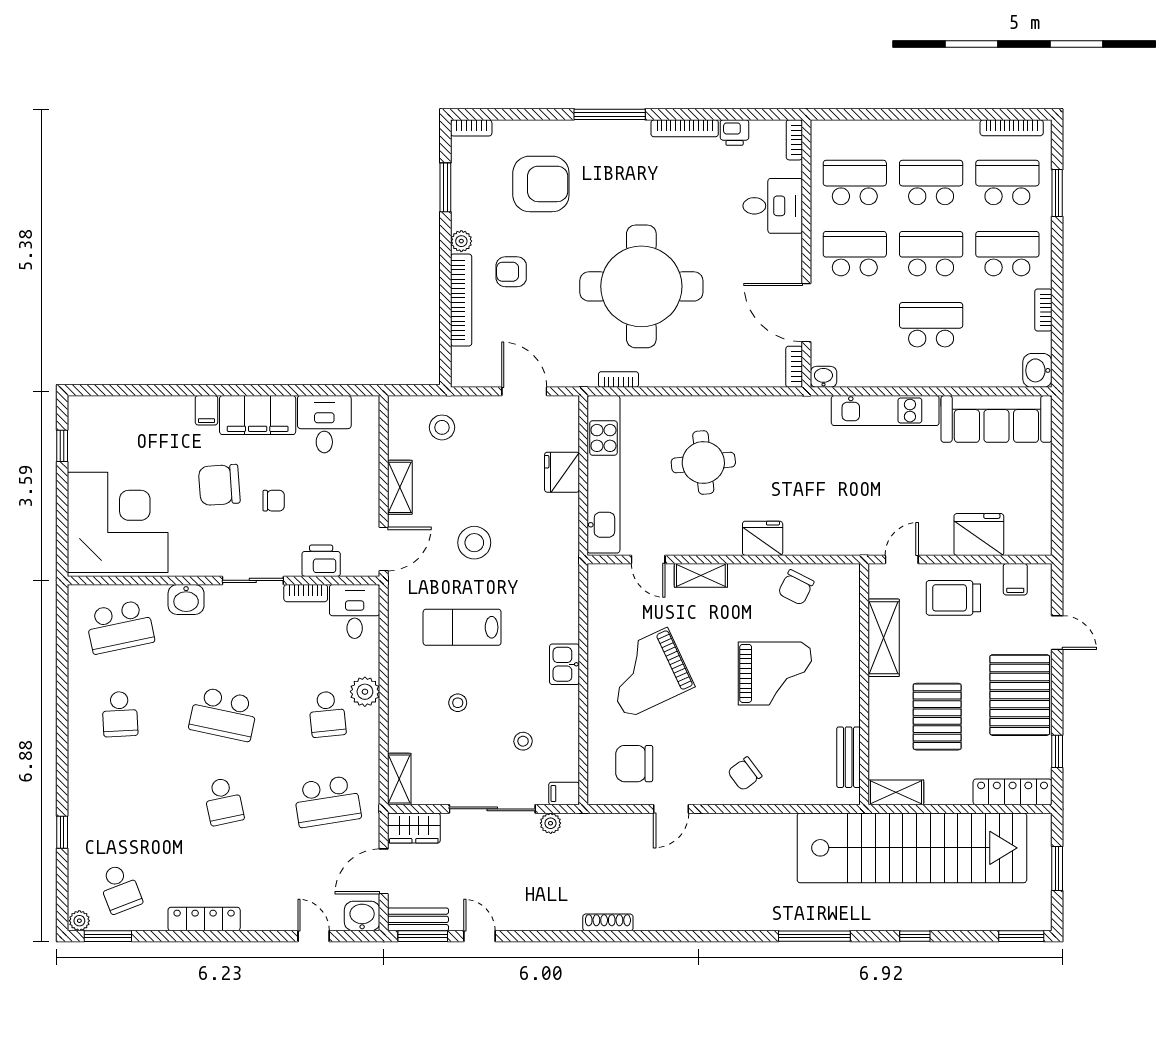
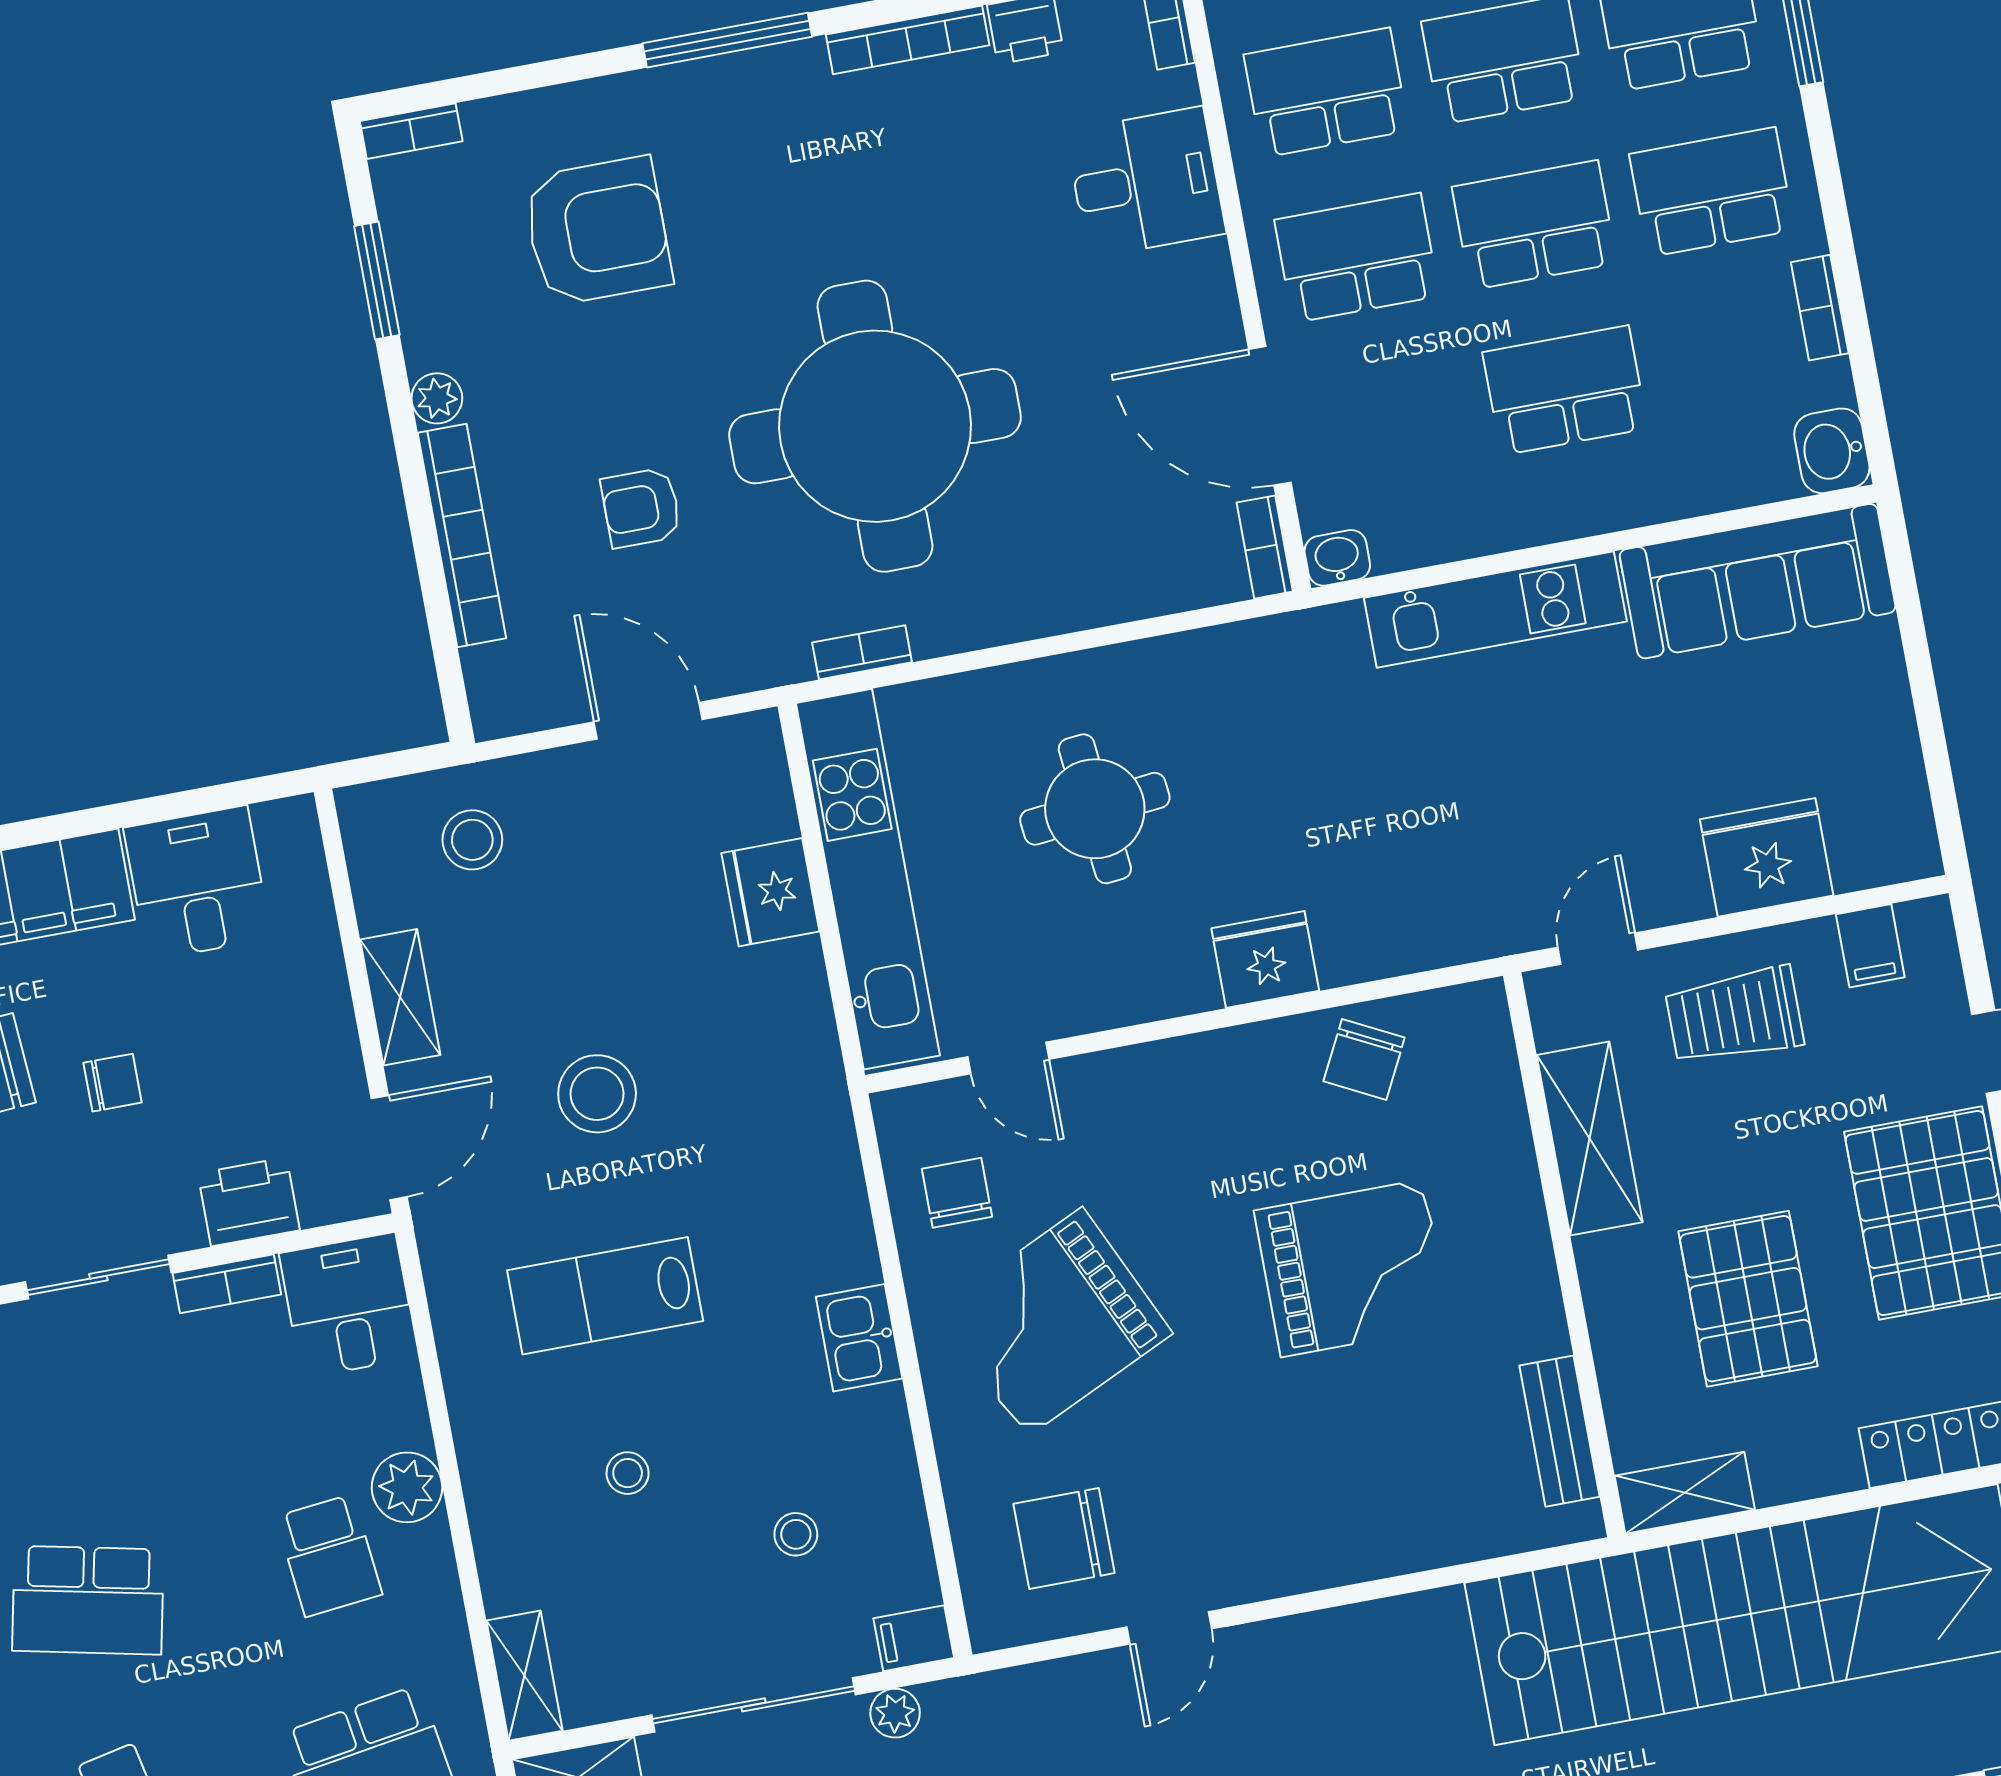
armchair: (511, 272) -> (641, 508), moved
shelving: (701, 575) -> (1138, 1072), removed
chair: (745, 774) -> (957, 1193), moved, turned 127

